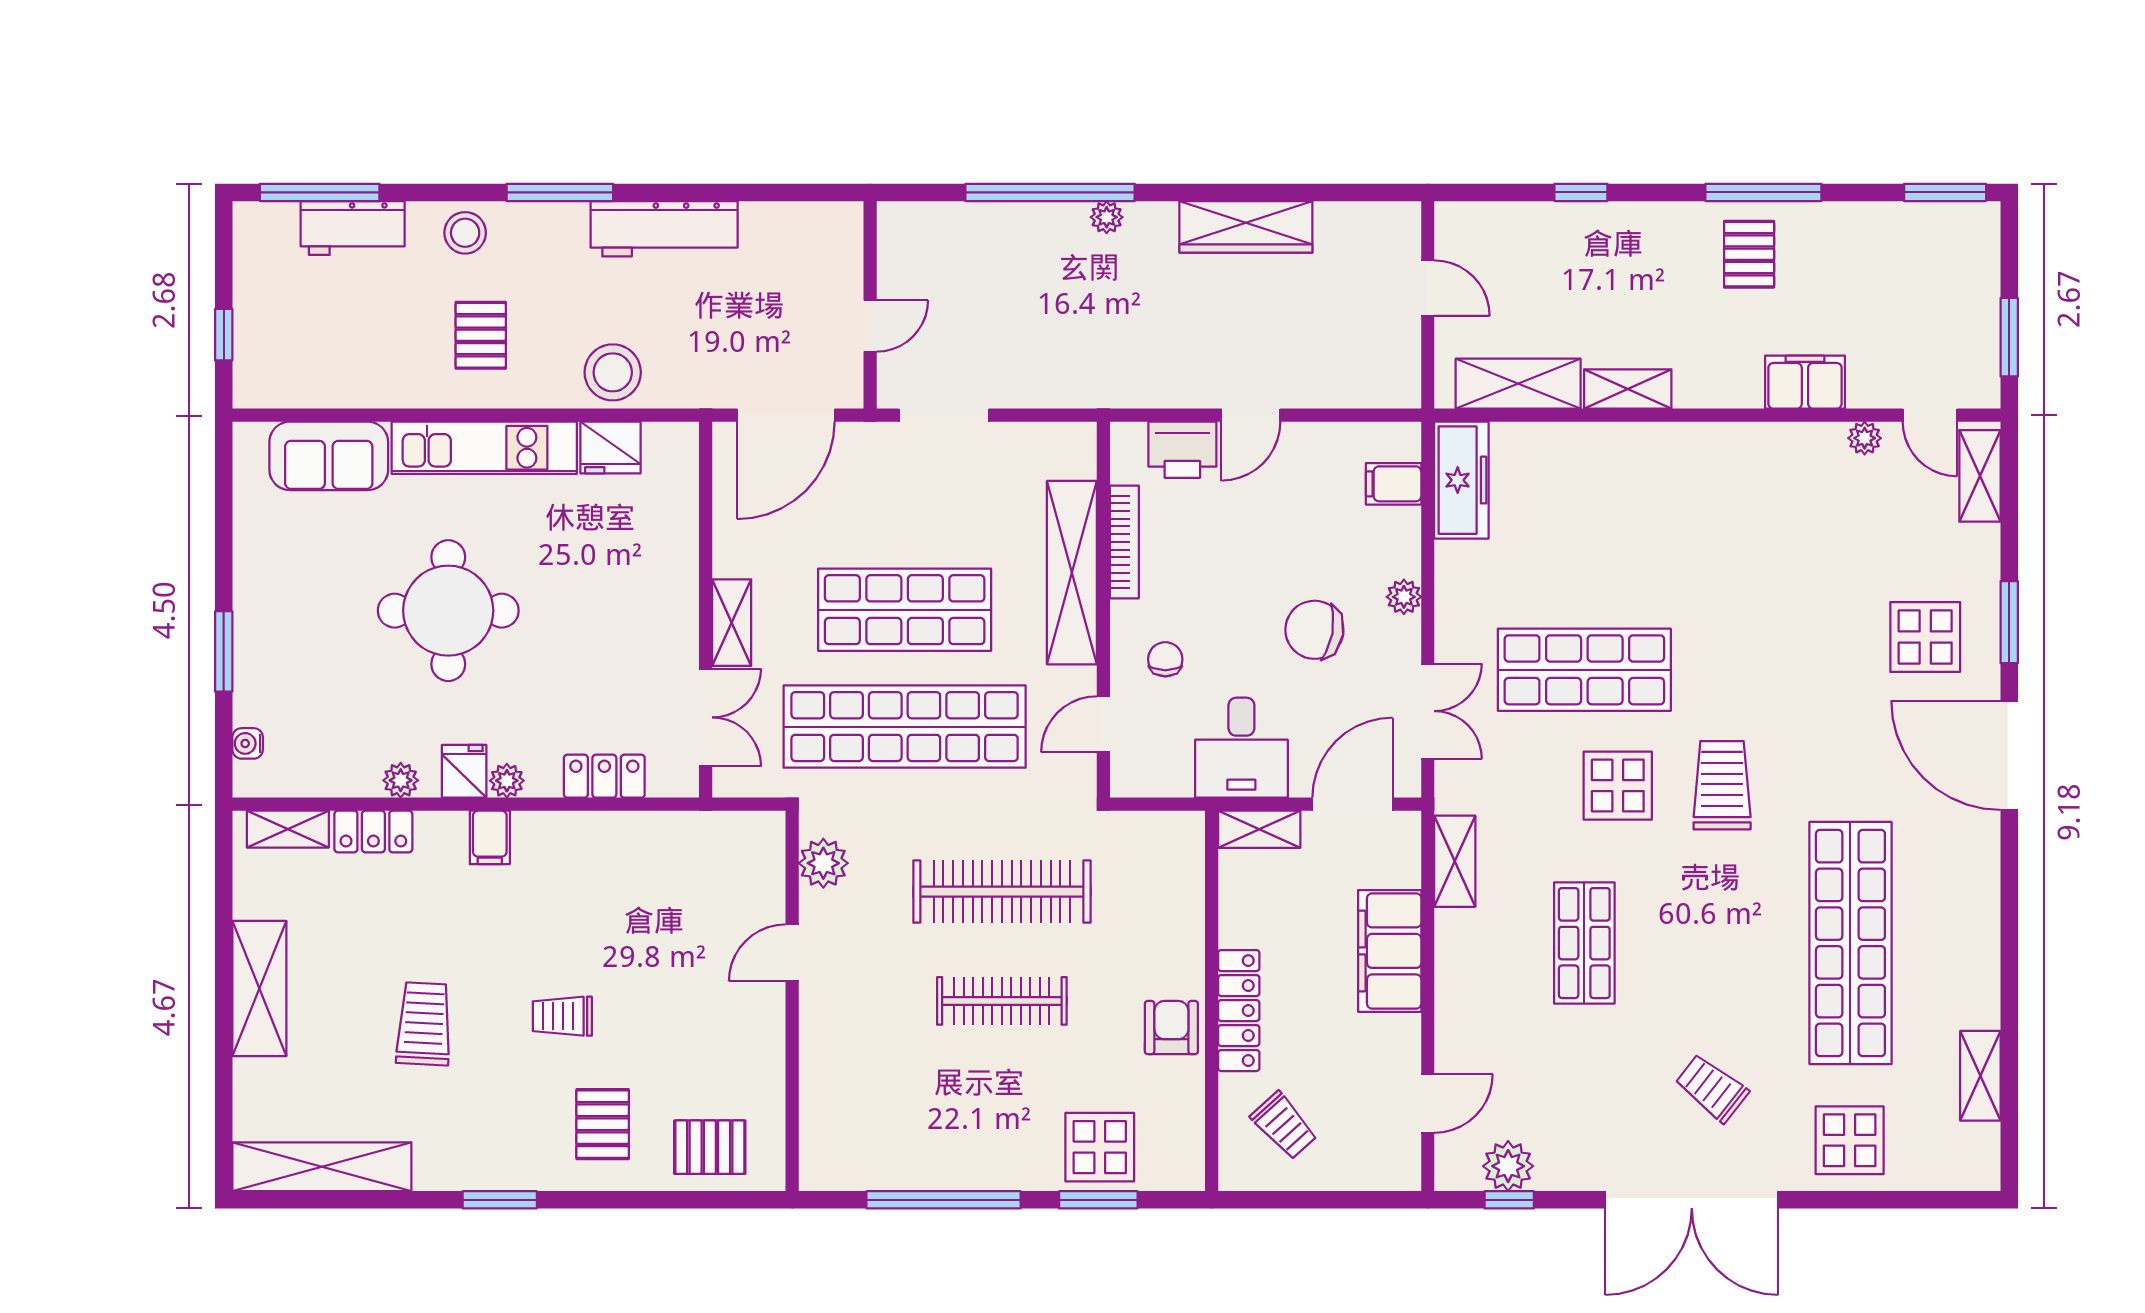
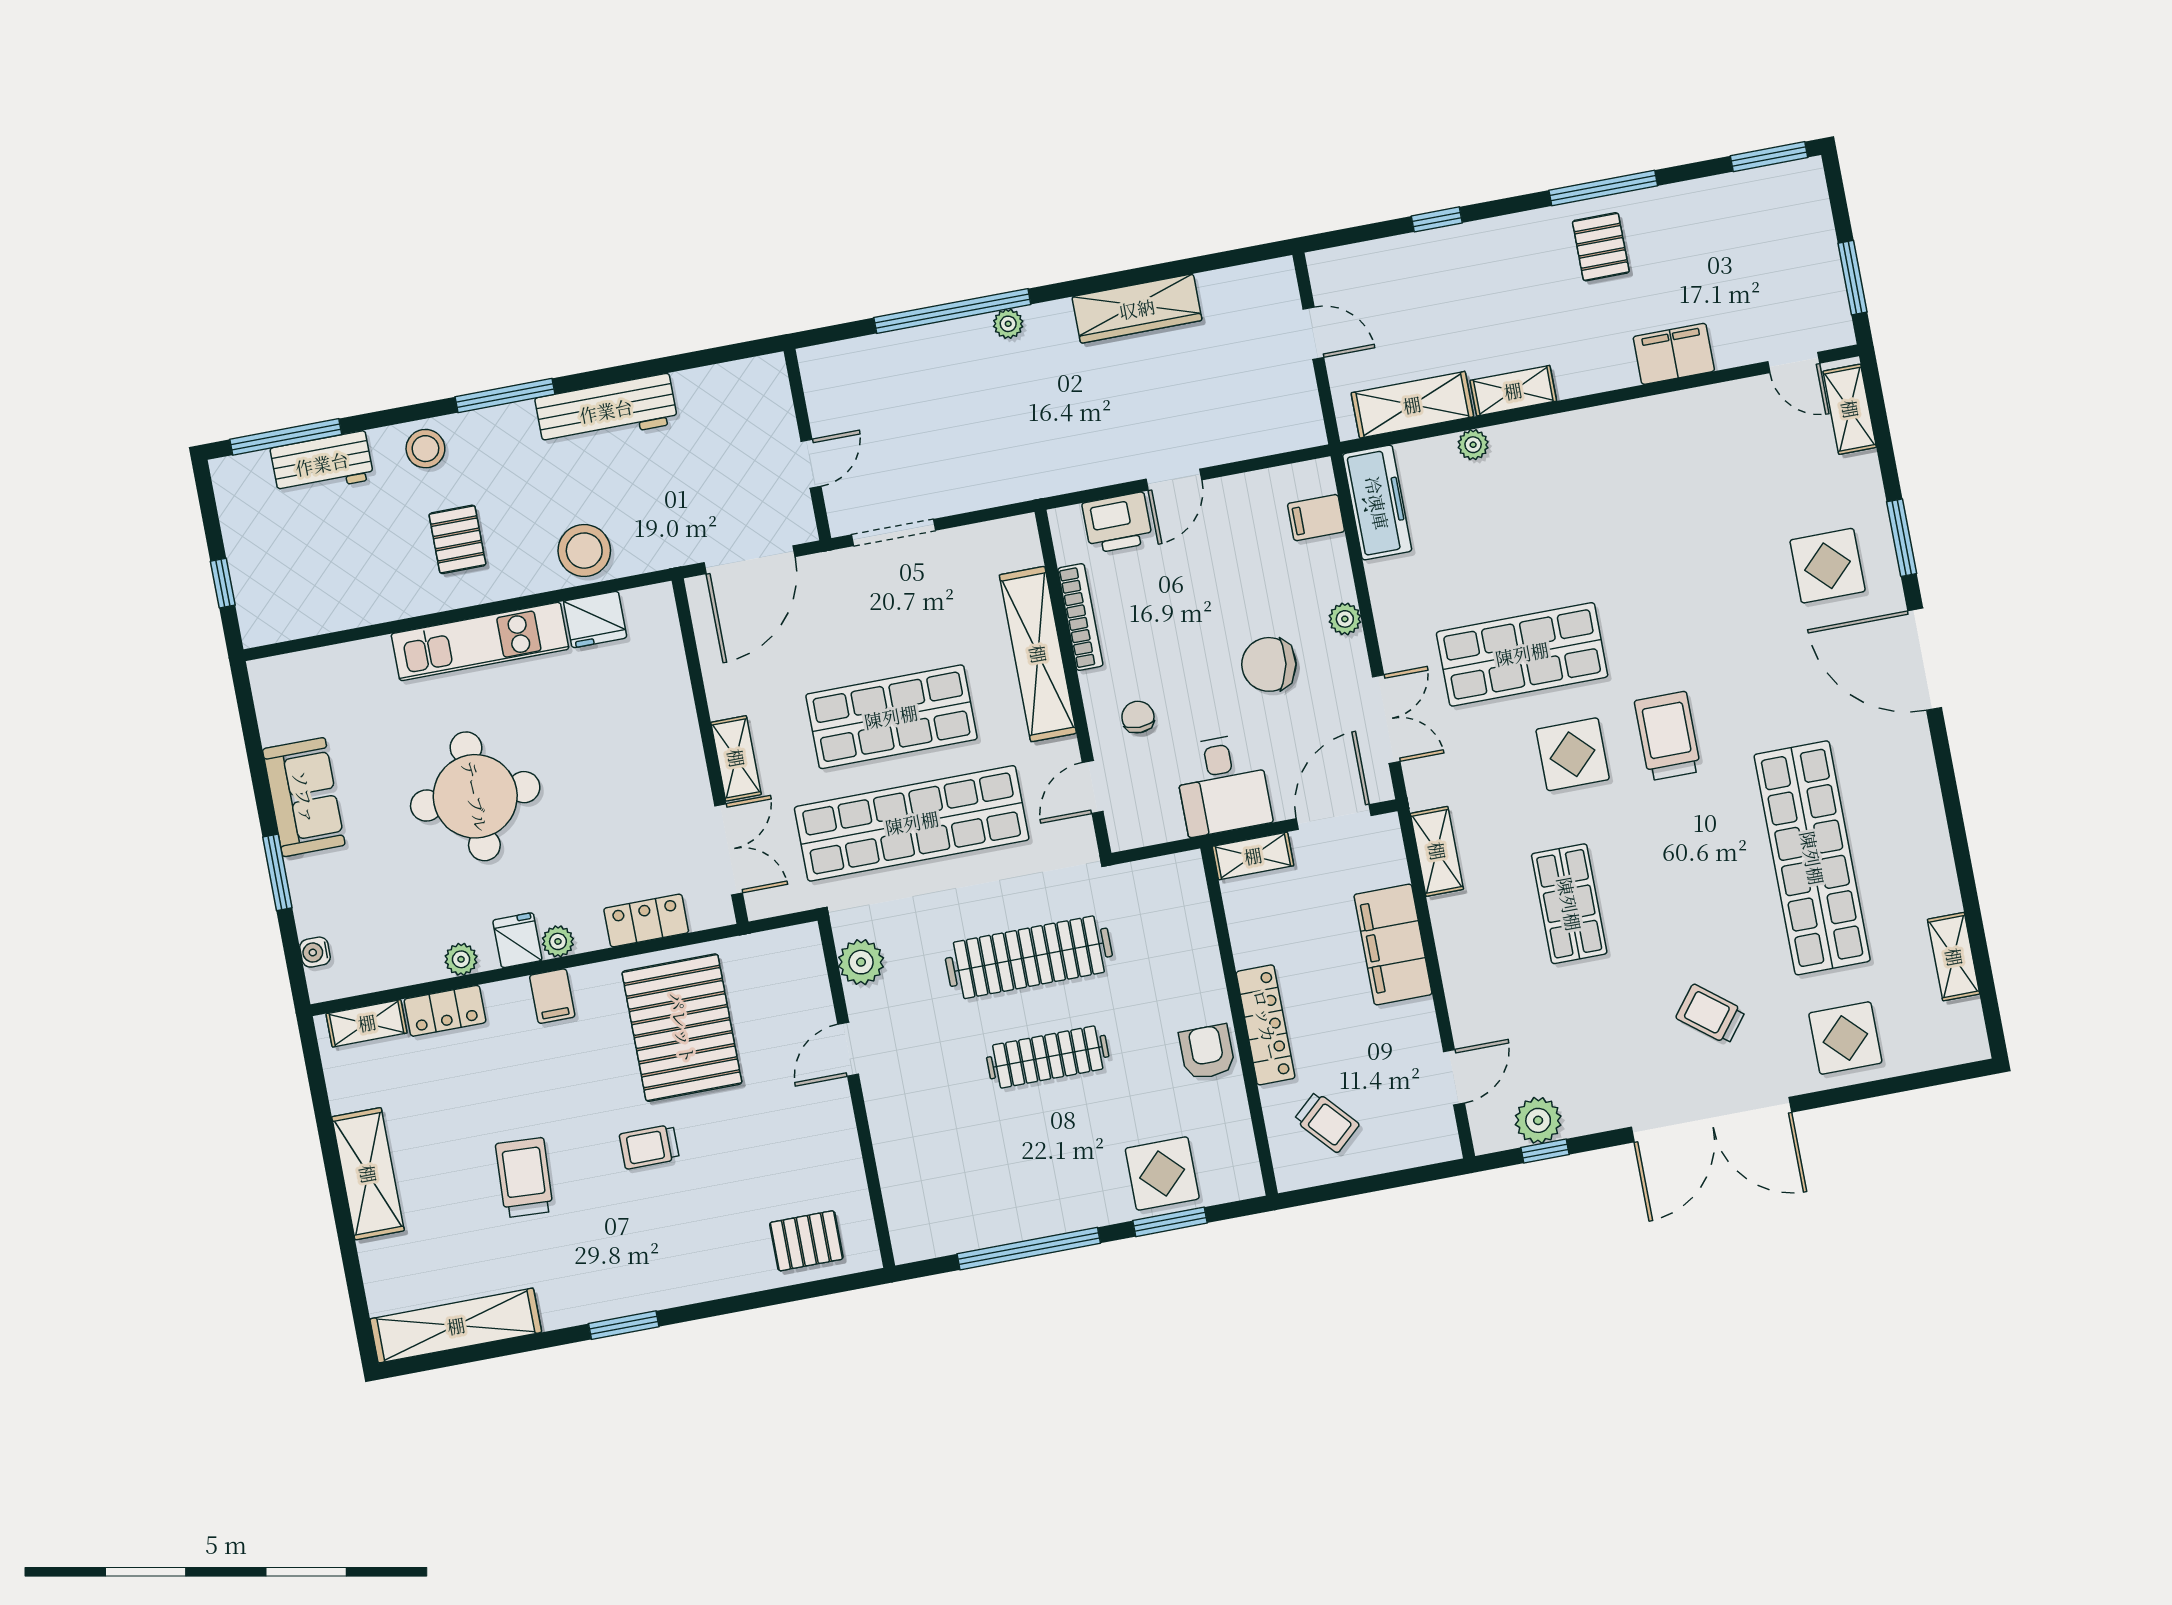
plant: (1865, 438) -> (1473, 445), moved
sofa: (329, 456) -> (304, 797), moved, turned -90
pallet: (603, 1124) -> (682, 1028), moved, width x2.05, depth x2.00

